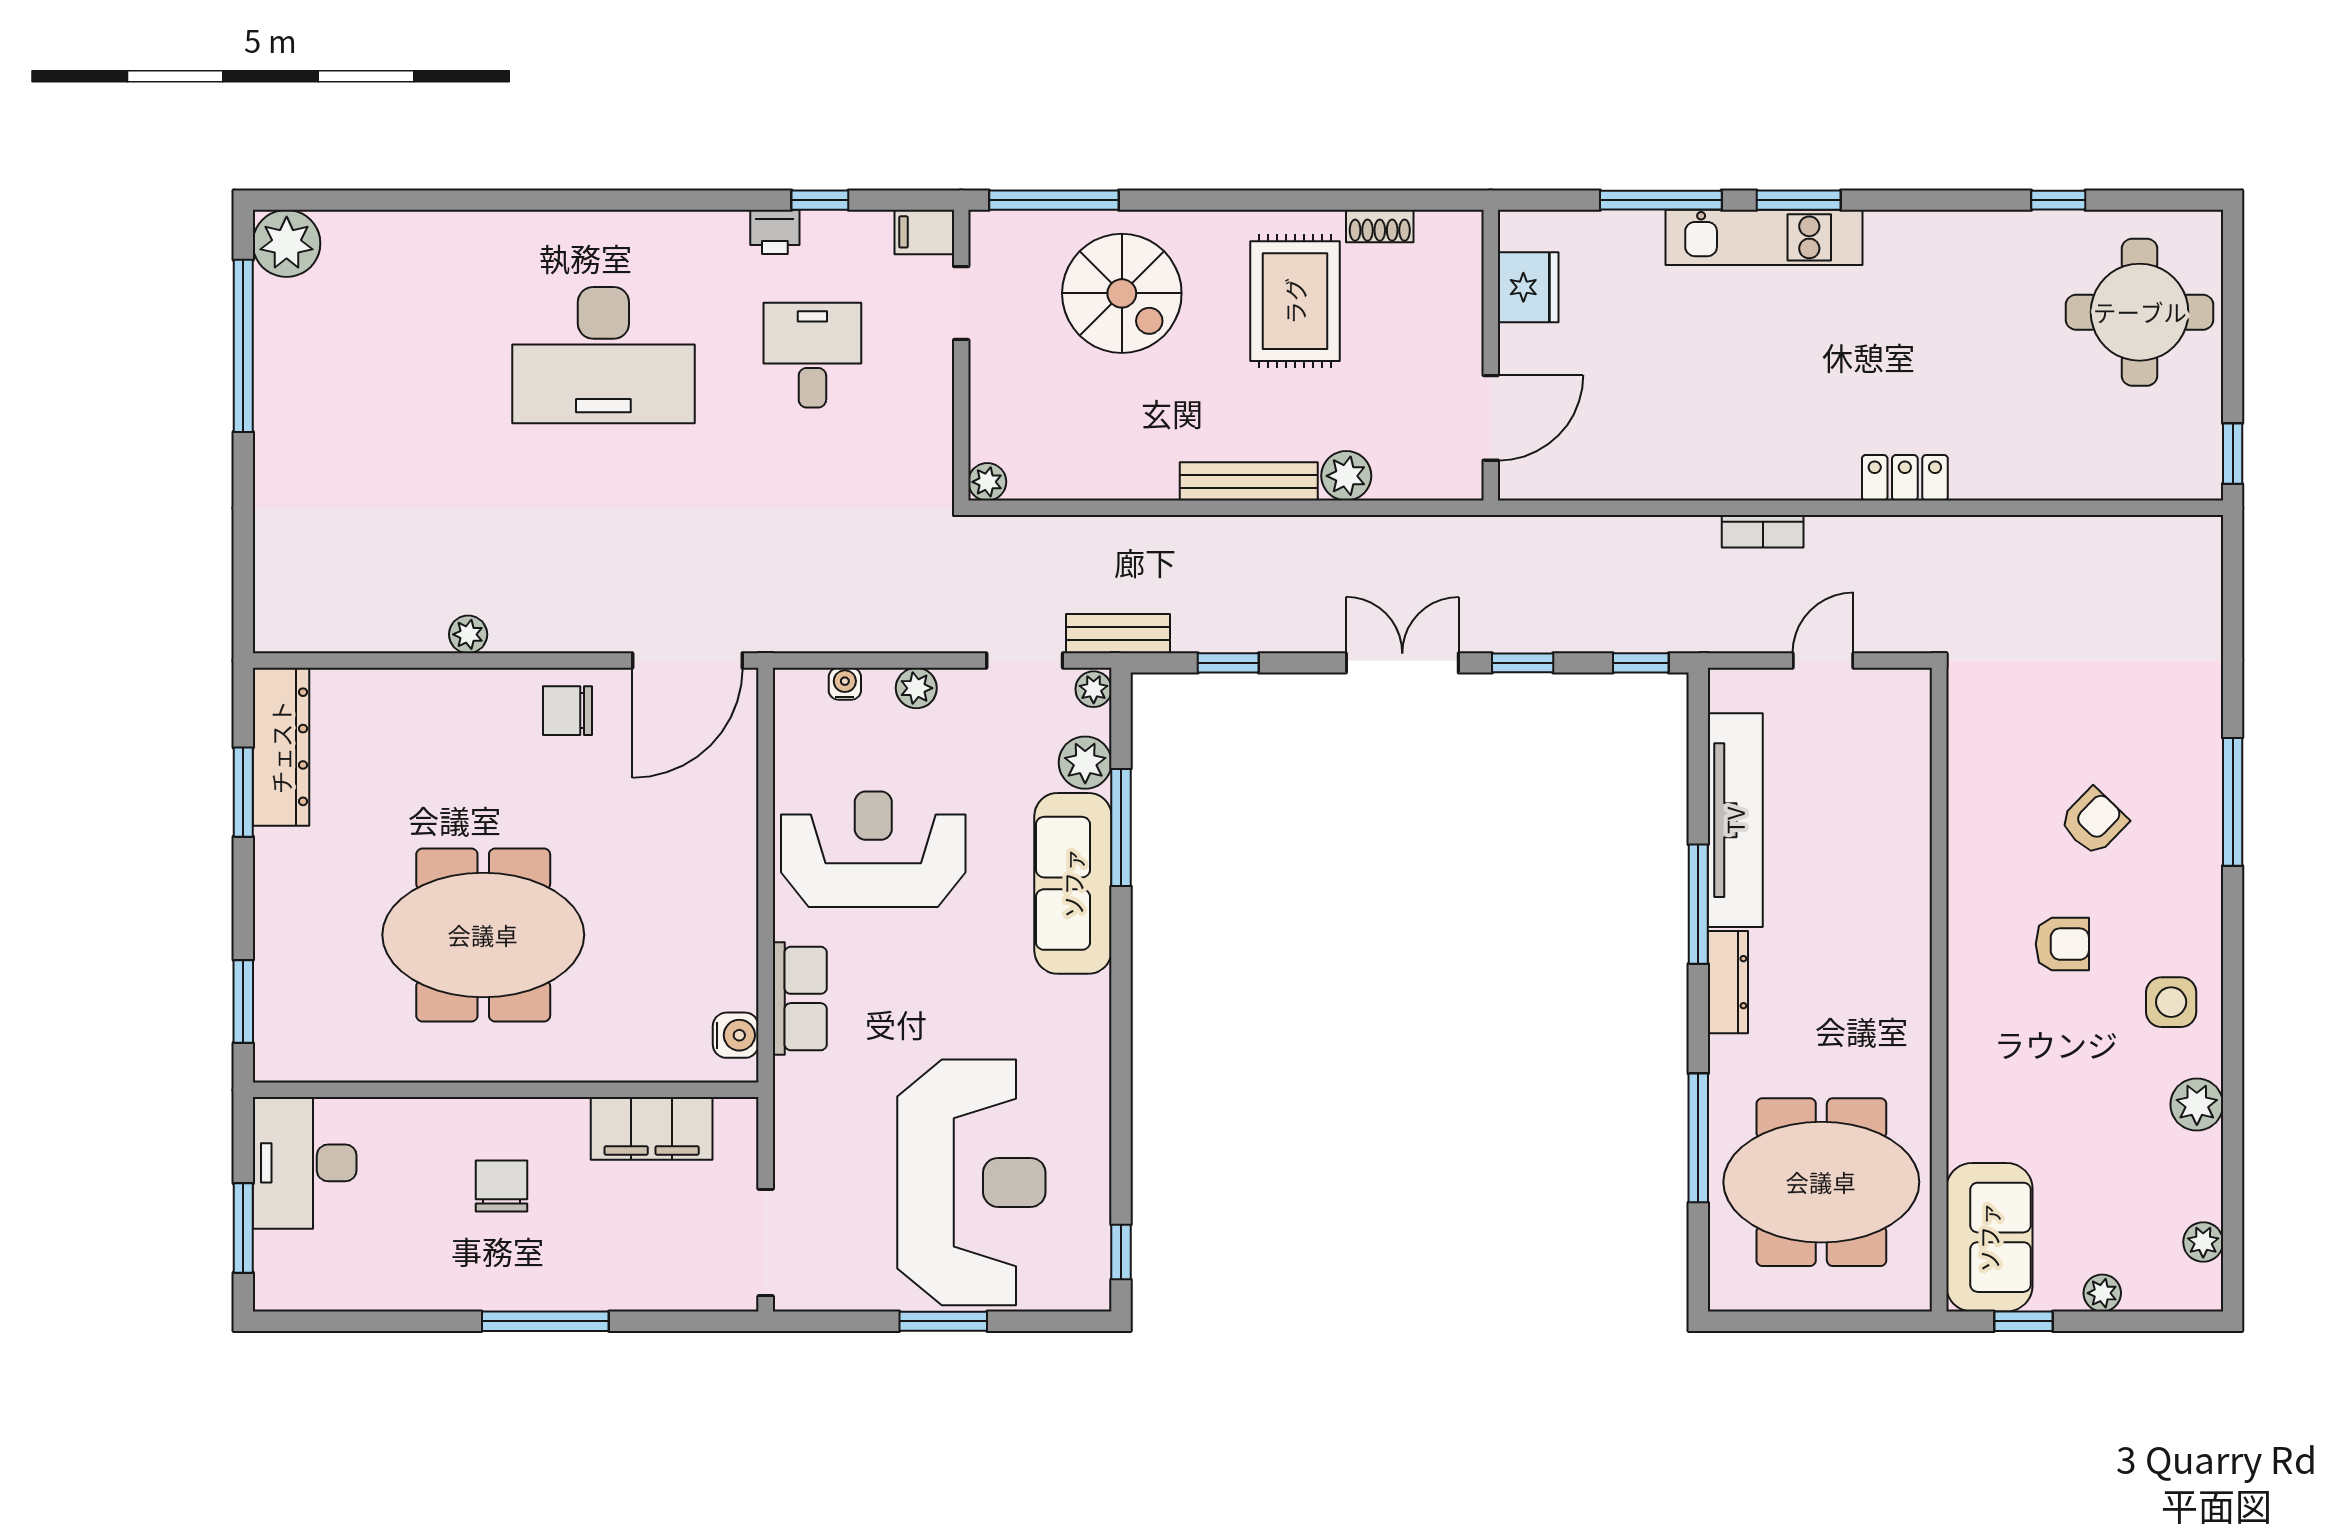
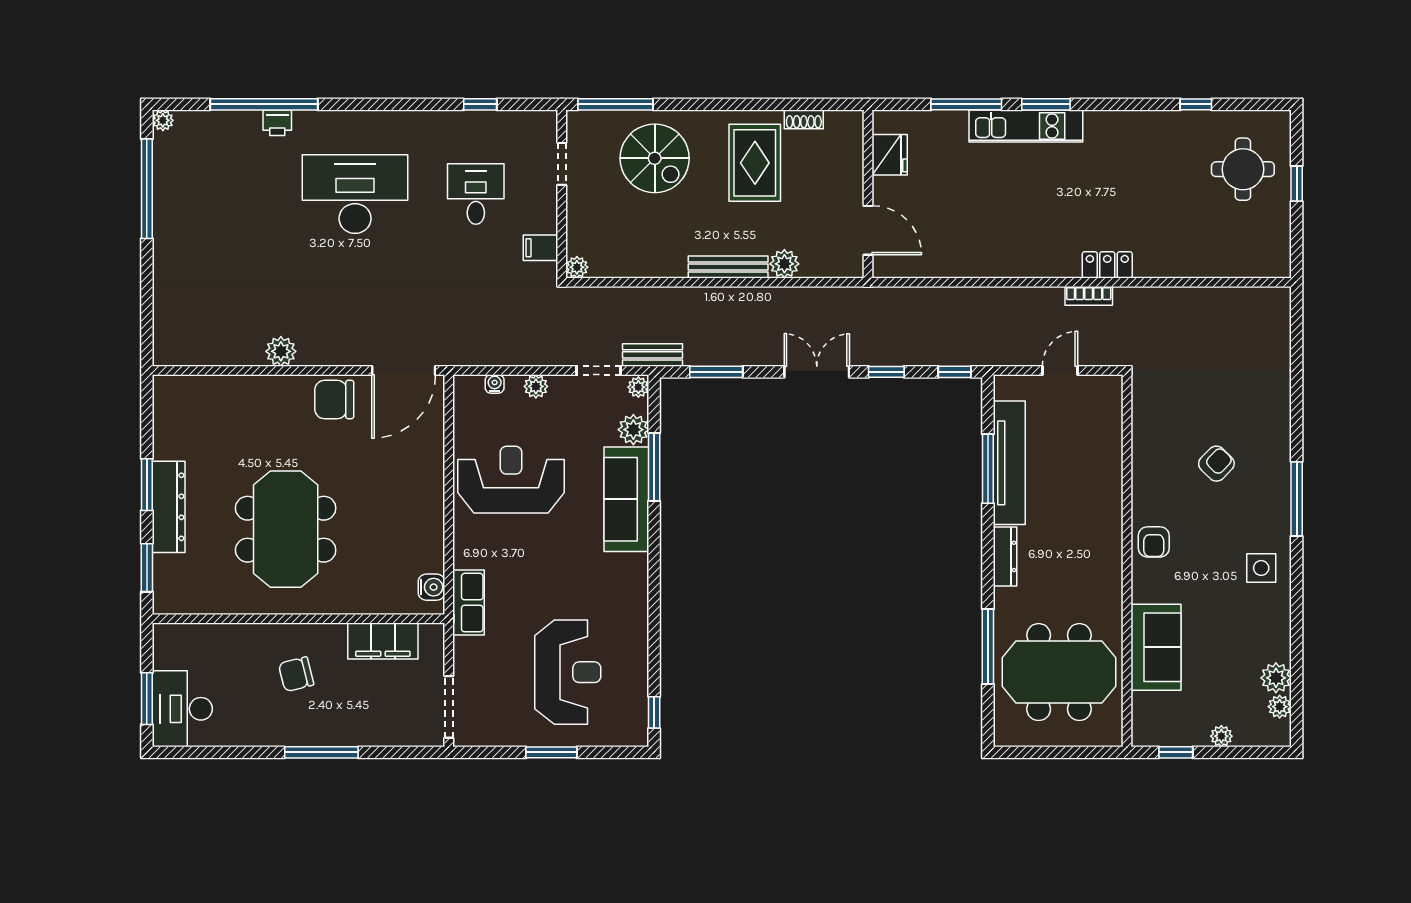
window: (446, 200) -> (264, 104), added
printer: (775, 232) -> (277, 123), moved
filing cabinet: (924, 232) -> (541, 248), moved
plant: (287, 243) -> (163, 120), width x0.53, depth x0.53
round table: (2140, 312) -> (1243, 169), width x0.73, depth x0.73
desk: (603, 355) -> (355, 194), turned 180
door: (1491, 418) -> (868, 230), hinge flipped
window: (2233, 454) -> (1297, 184), moved
bookcase: (1763, 531) -> (1089, 296), moved
plant: (468, 634) -> (281, 351), width x1.38, depth x1.38
window: (1228, 663) -> (716, 372), width x1.50
chair: (568, 711) -> (334, 400), width x1.37, depth x1.37
dresser: (281, 747) -> (169, 507), moved
window: (243, 792) -> (147, 485), moved
window: (2233, 802) -> (1297, 499), moved
window: (1698, 904) -> (988, 469), moved
meeting table: (483, 935) -> (286, 529), turned 90
armchair: (2062, 944) -> (1154, 542), moved, turned 90
row of seats: (800, 998) -> (469, 603), moved
plant: (2197, 1105) -> (1276, 678), moved
desk: (305, 1163) -> (182, 709), moved
reception desk: (971, 1182) -> (568, 672), width x0.74, depth x0.77
chair: (501, 1186) -> (296, 674), turned -104
sofa: (1989, 1237) -> (1156, 647), moved

